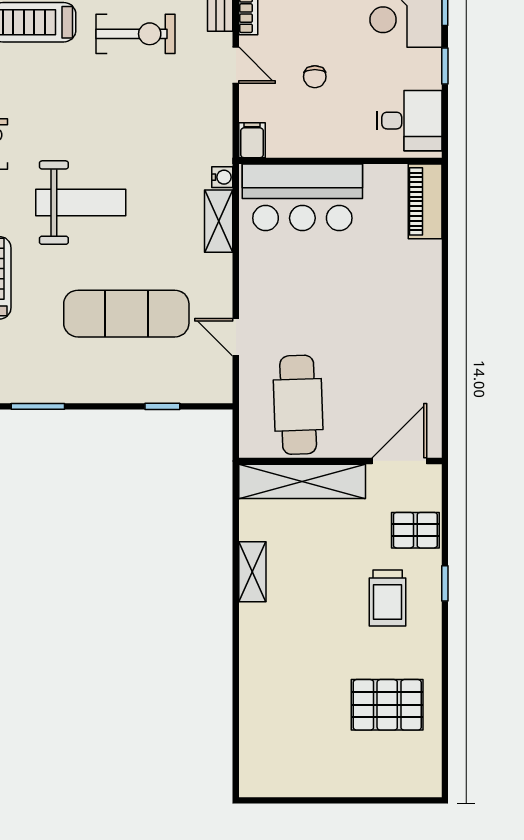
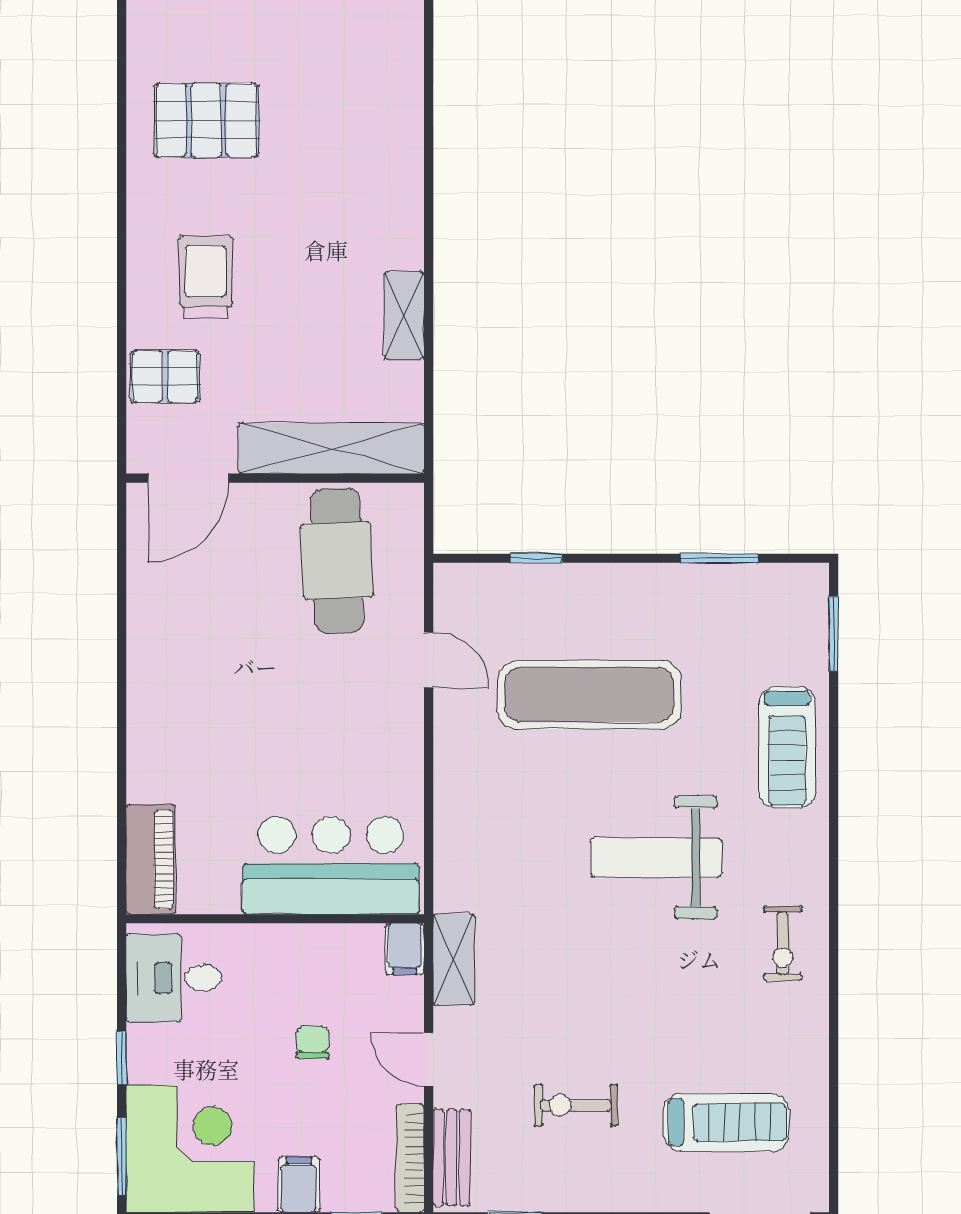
exercise bike: (136, 34) -> (576, 1105), width x0.73, depth x0.72
water cooler: (222, 177) -> (448, 895), removed
shelving: (219, 221) -> (454, 960), moved
window: (445, 583) -> (122, 299), removed

